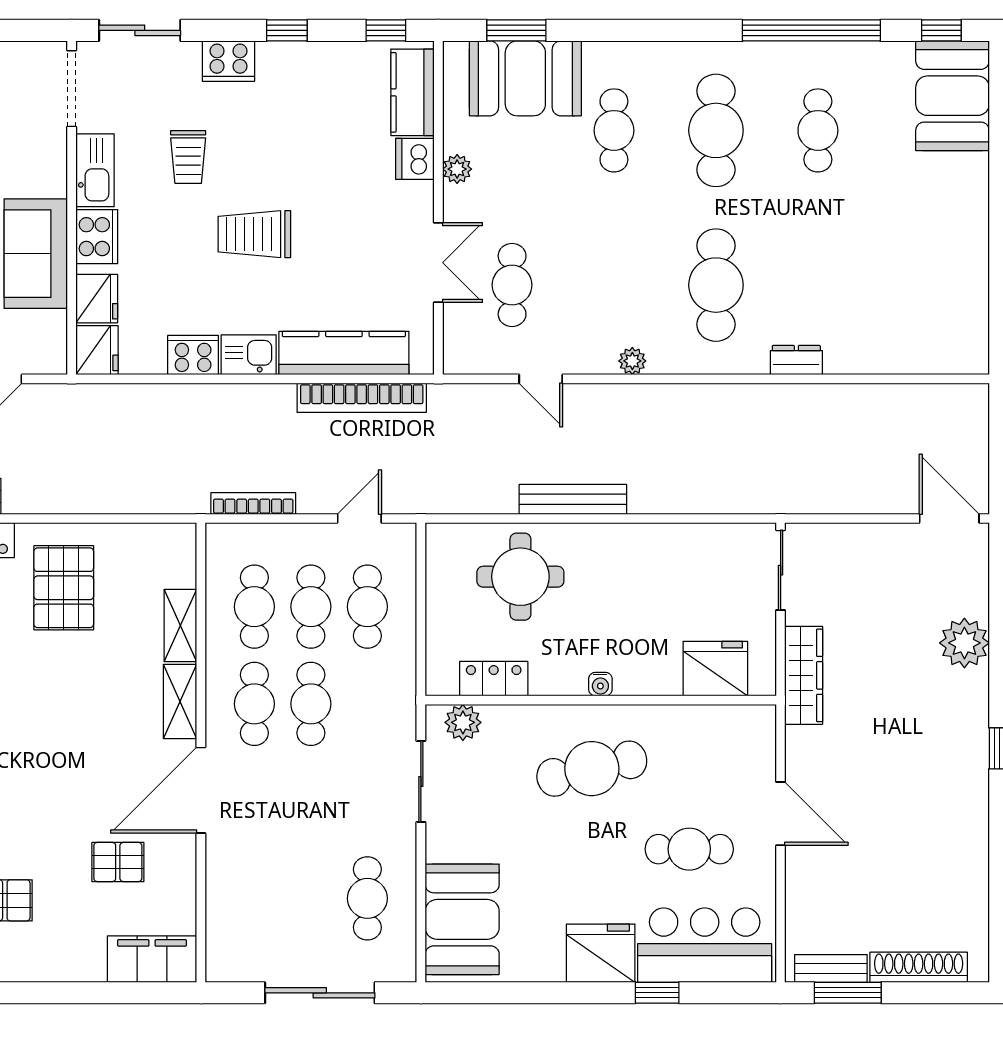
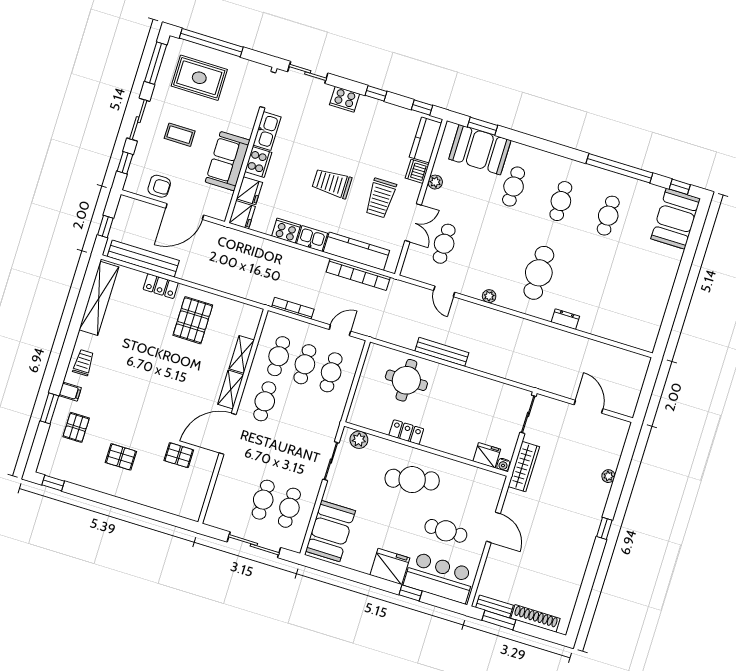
cafe table: (716, 130) -> (561, 201), width x0.73, depth x0.74
trolley: (188, 157) -> (381, 198), moved, width x1.36, depth x1.39
door: (949, 519) -> (588, 407), moved
plant: (964, 643) -> (608, 476), width x0.53, depth x0.53
fridge: (715, 669) -> (487, 455), width x0.73, depth x0.75
locker: (494, 679) -> (406, 432), moved
water cooler: (600, 684) -> (503, 465), moved
cafe table: (311, 704) -> (263, 500), moved
filing cabinet: (152, 959) -> (181, 505), removed

